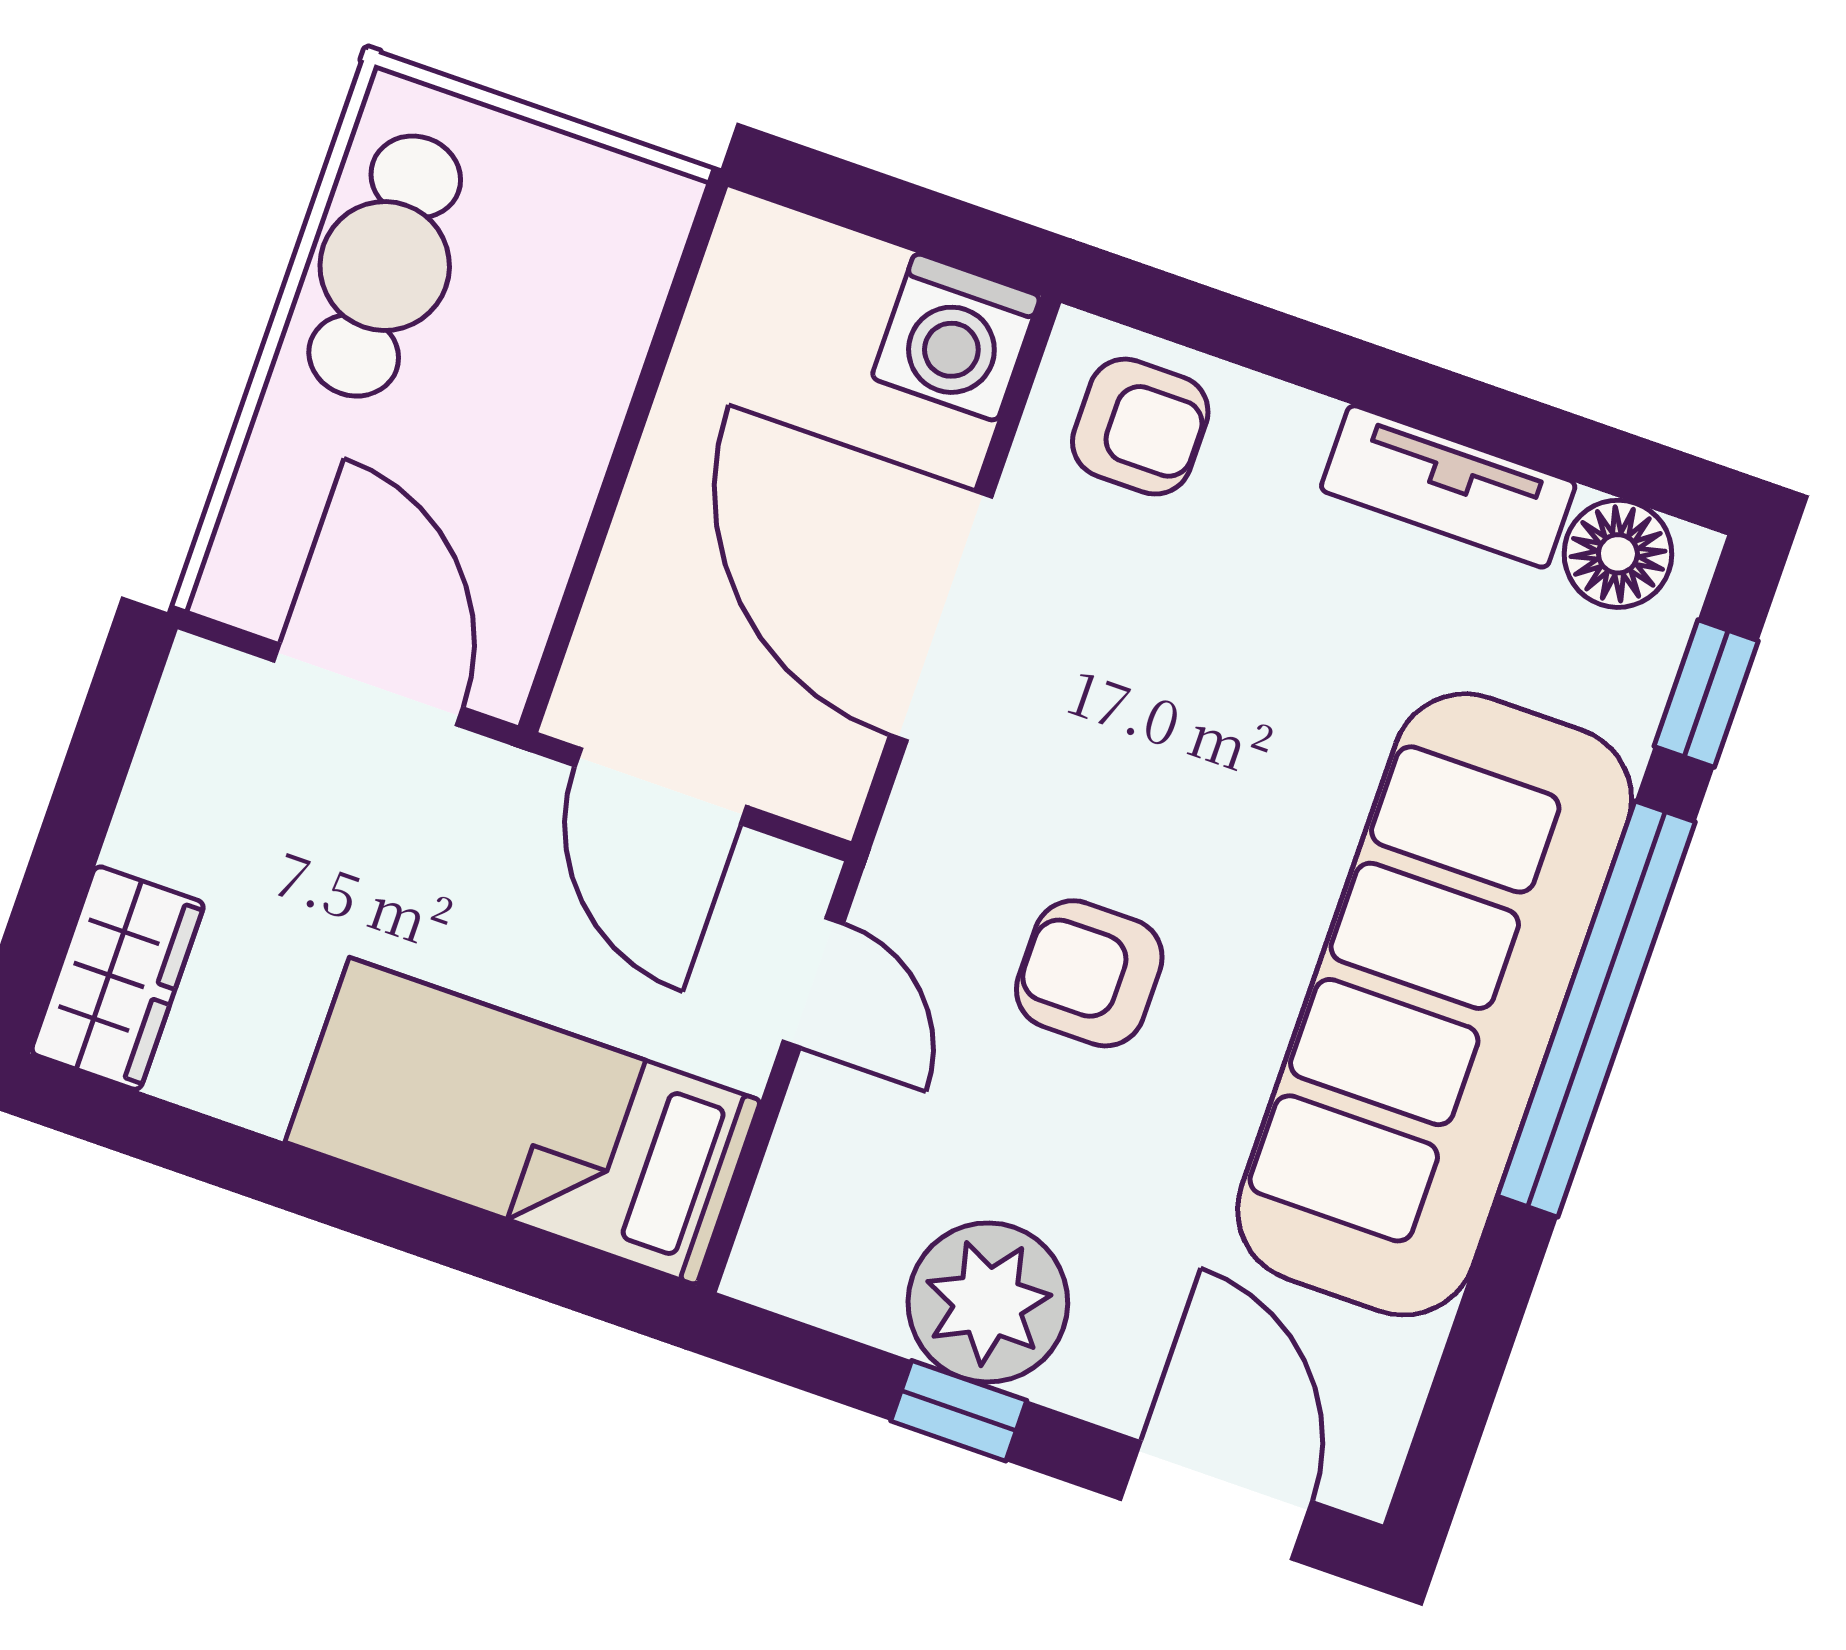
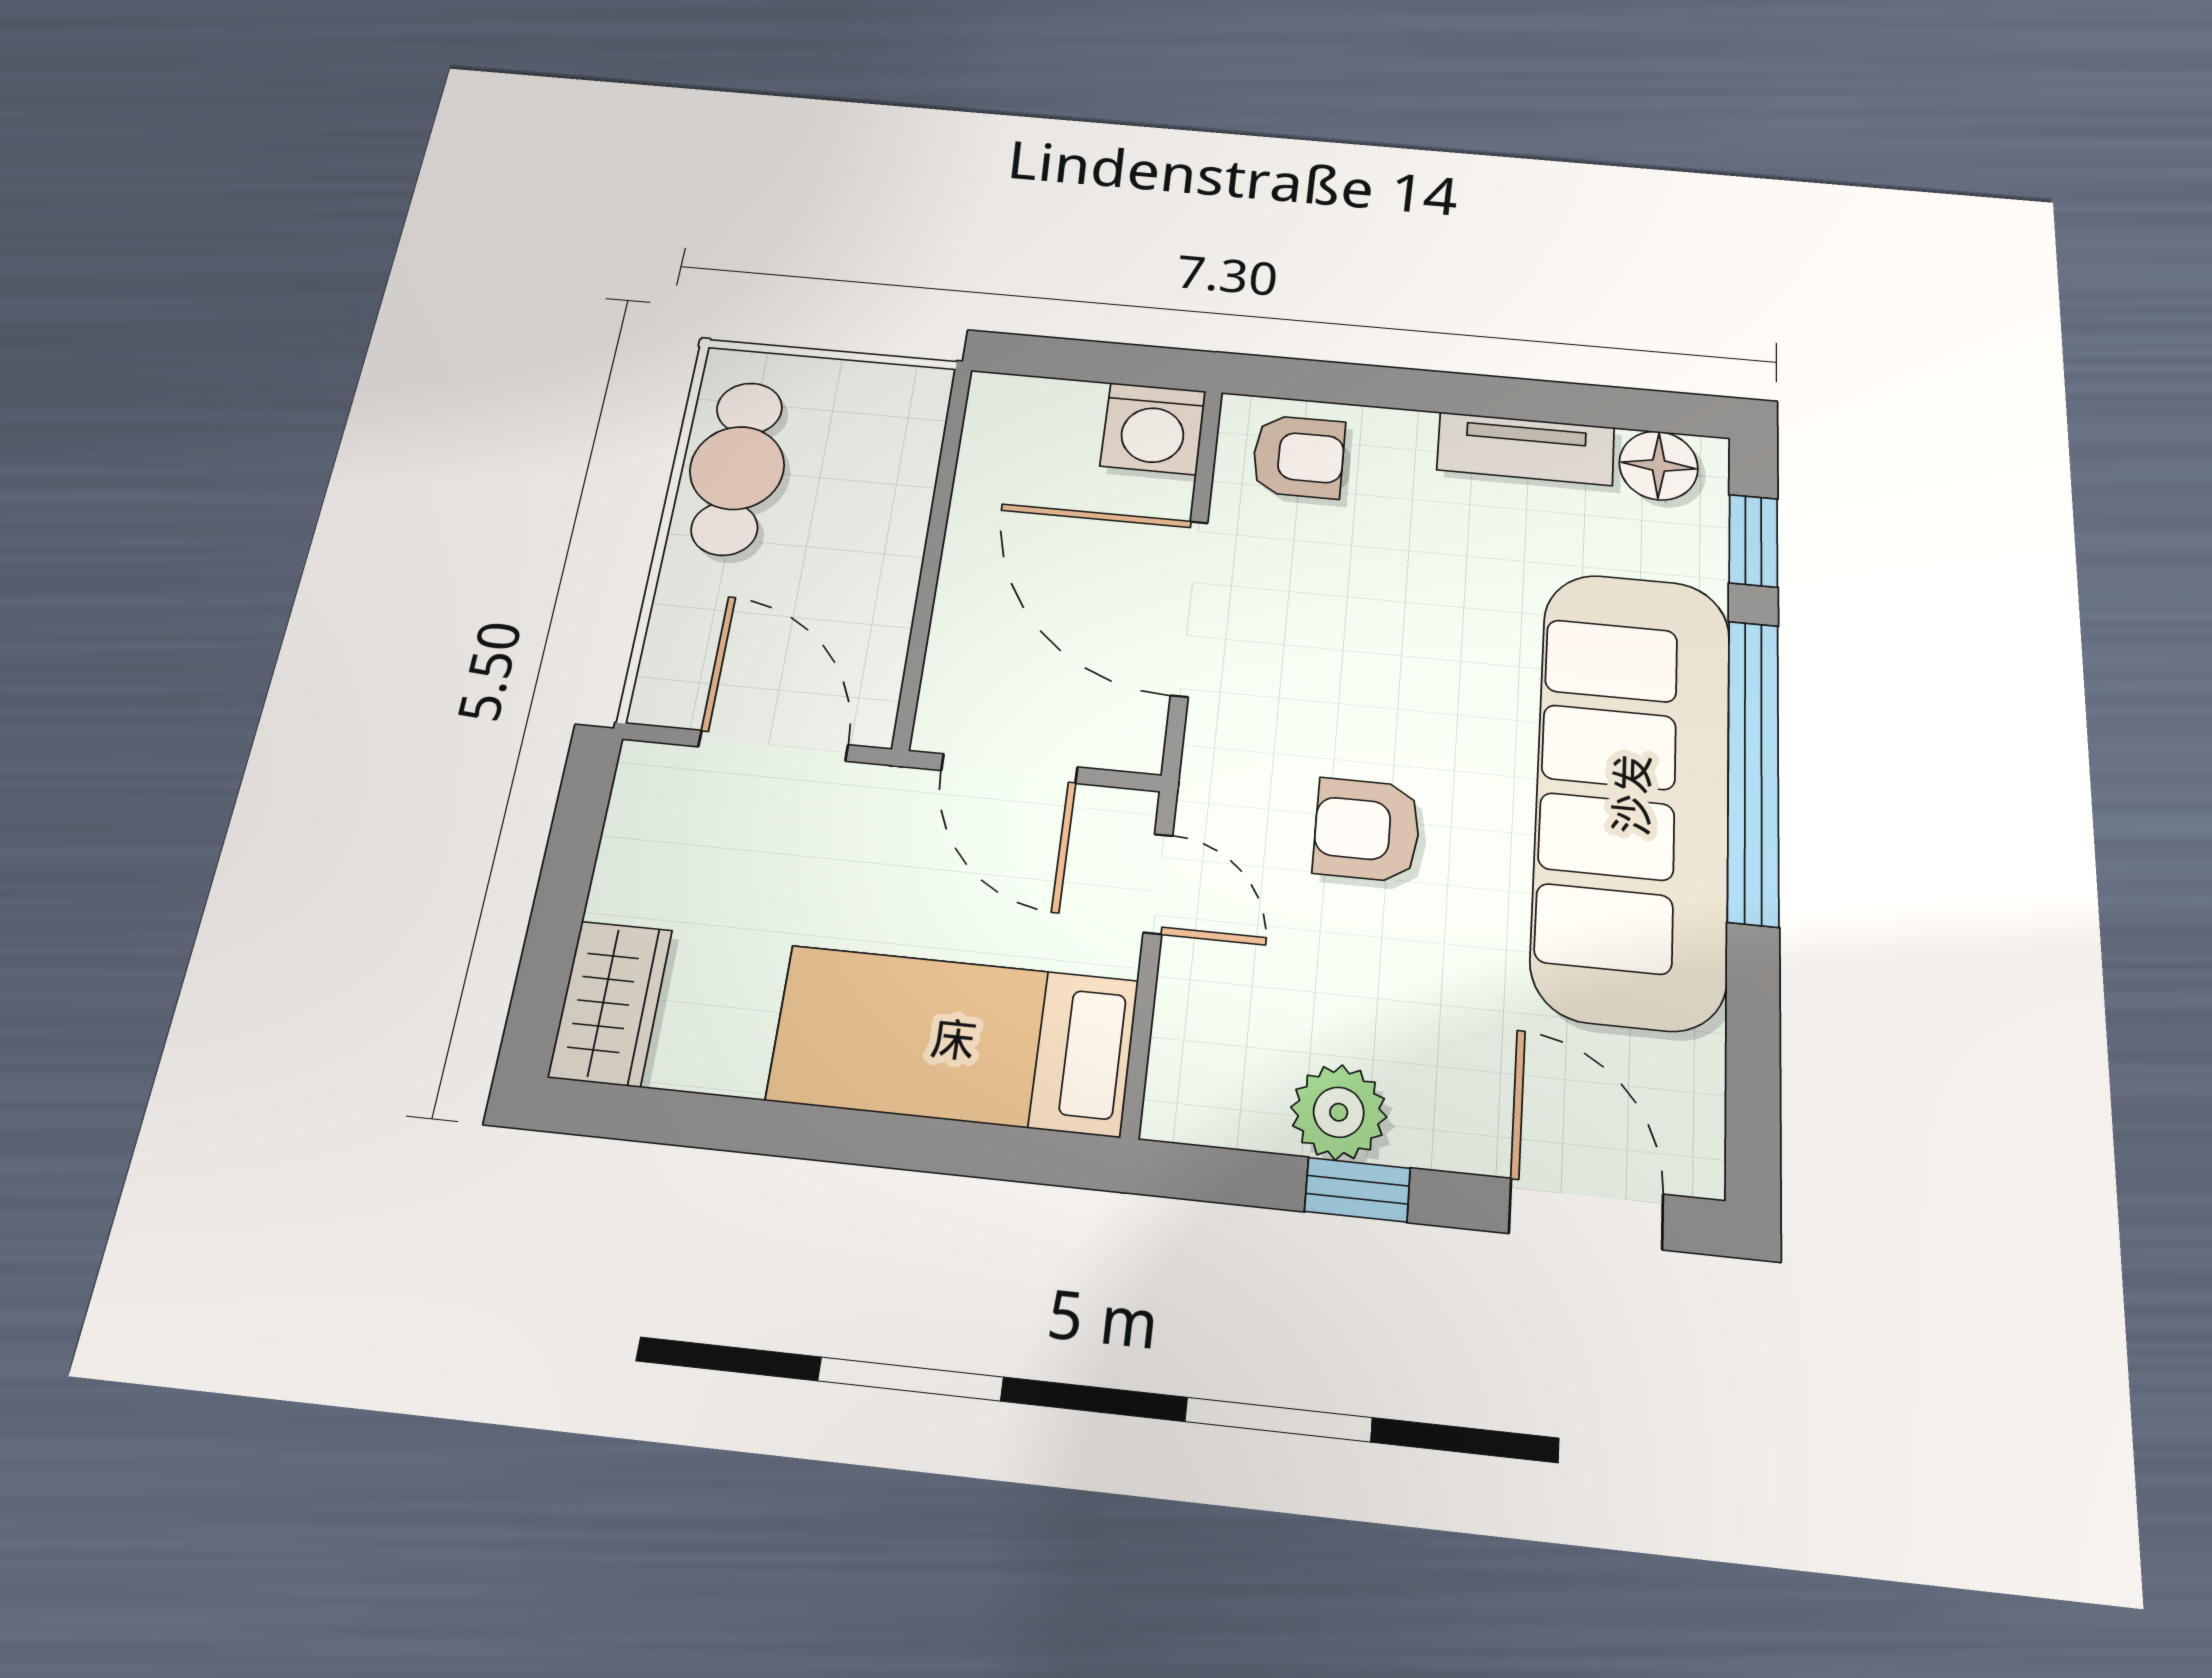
plant: (988, 1302) -> (1339, 1112), width x0.73, depth x0.73

